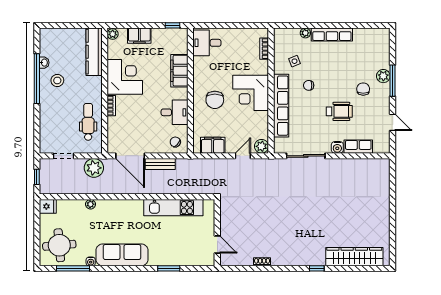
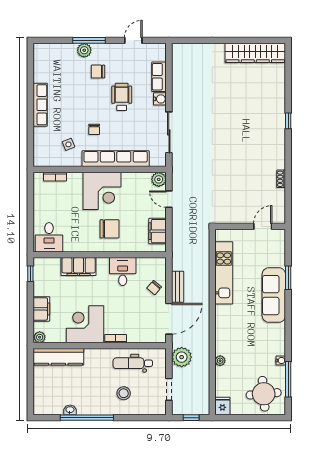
plant: (305, 33) -> (39, 133), removed
stool: (57, 80) -> (124, 393), moved
chair: (175, 142) -> (154, 288), moved
sofa: (122, 255) -> (274, 295), moved
wardrobe: (354, 257) -> (255, 53), moved, turned -90

